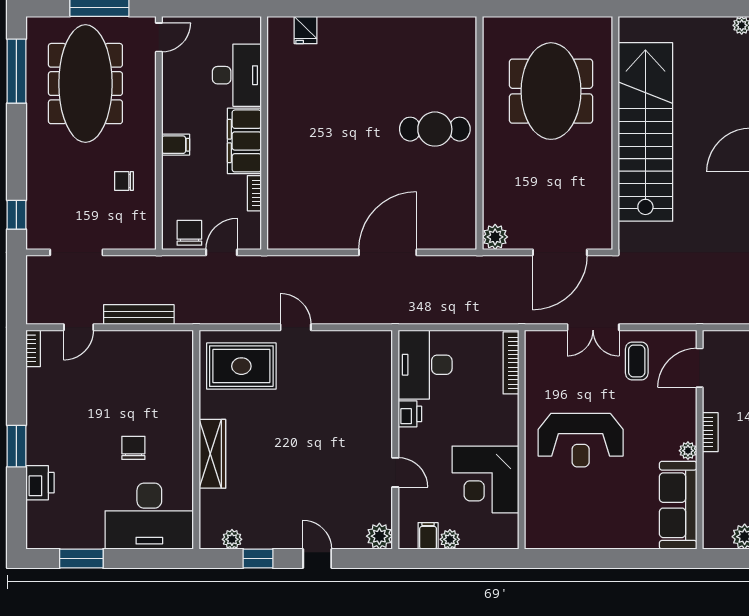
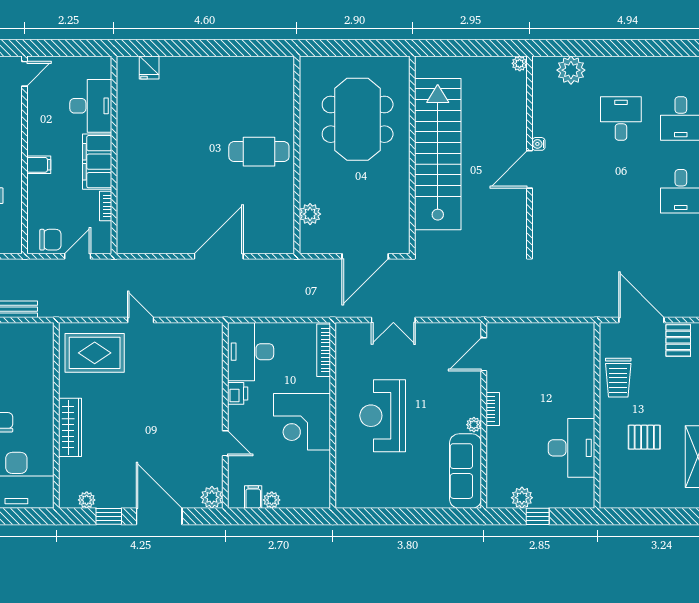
chair: (189, 233) -> (50, 240), turned 90
plant: (495, 237) -> (310, 214), moved
coffee table: (637, 361) -> (430, 349), removed
reception desk: (581, 440) -> (383, 416), turned 90
corner desk: (485, 479) -> (302, 422), moved
door: (317, 559) -> (159, 516), width x1.87

